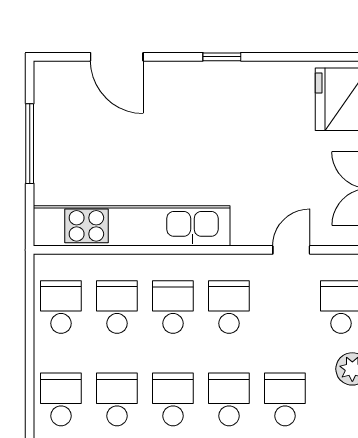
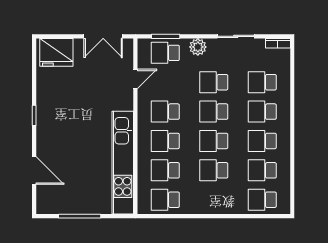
door: (117, 57) -> (34, 170), hinge flipped
door: (291, 250) -> (135, 79), swing flipped
school desk: (61, 399) -> (214, 200), removed

